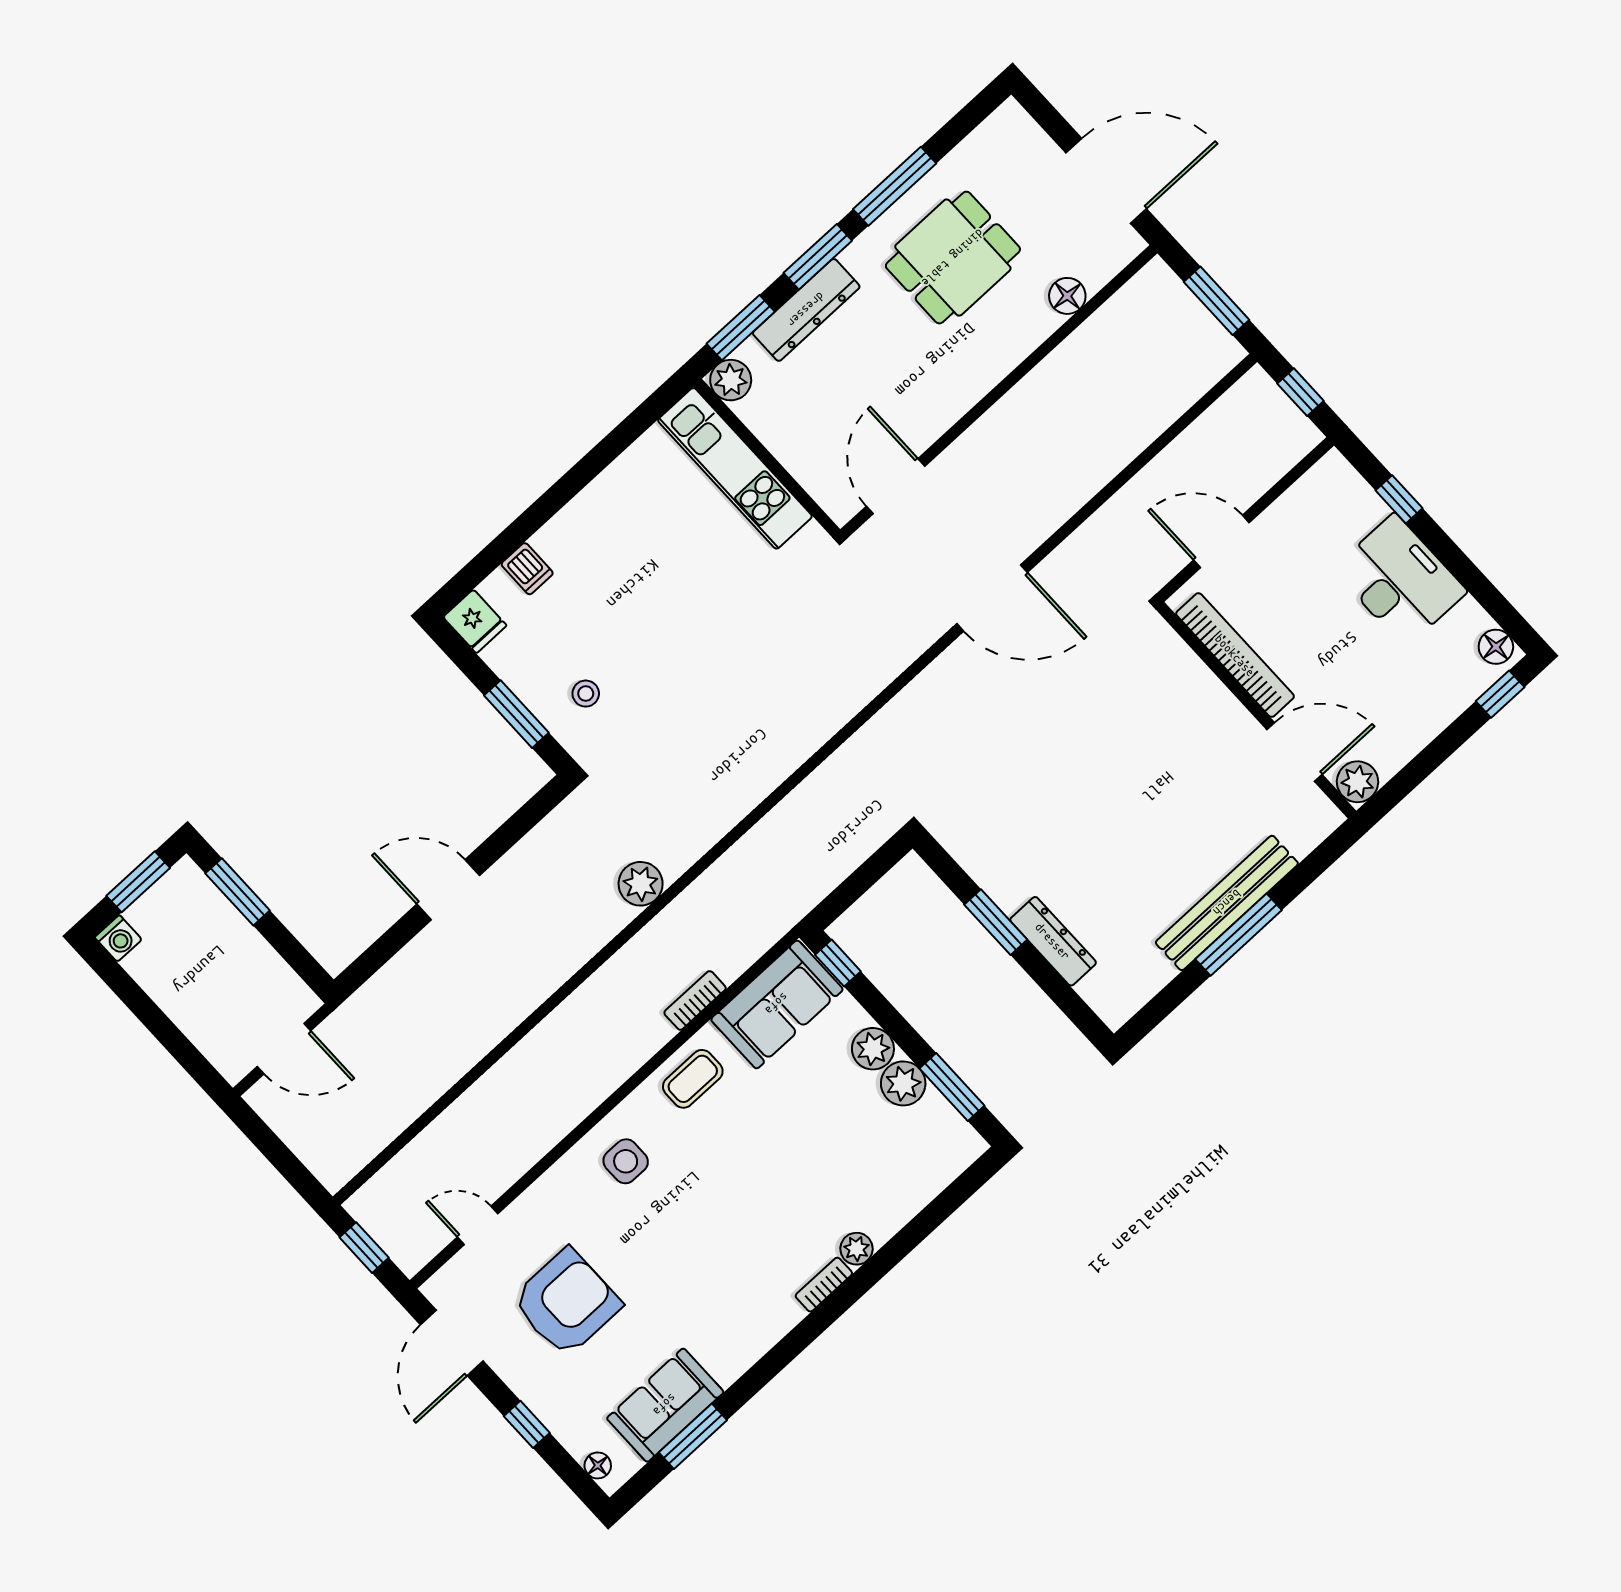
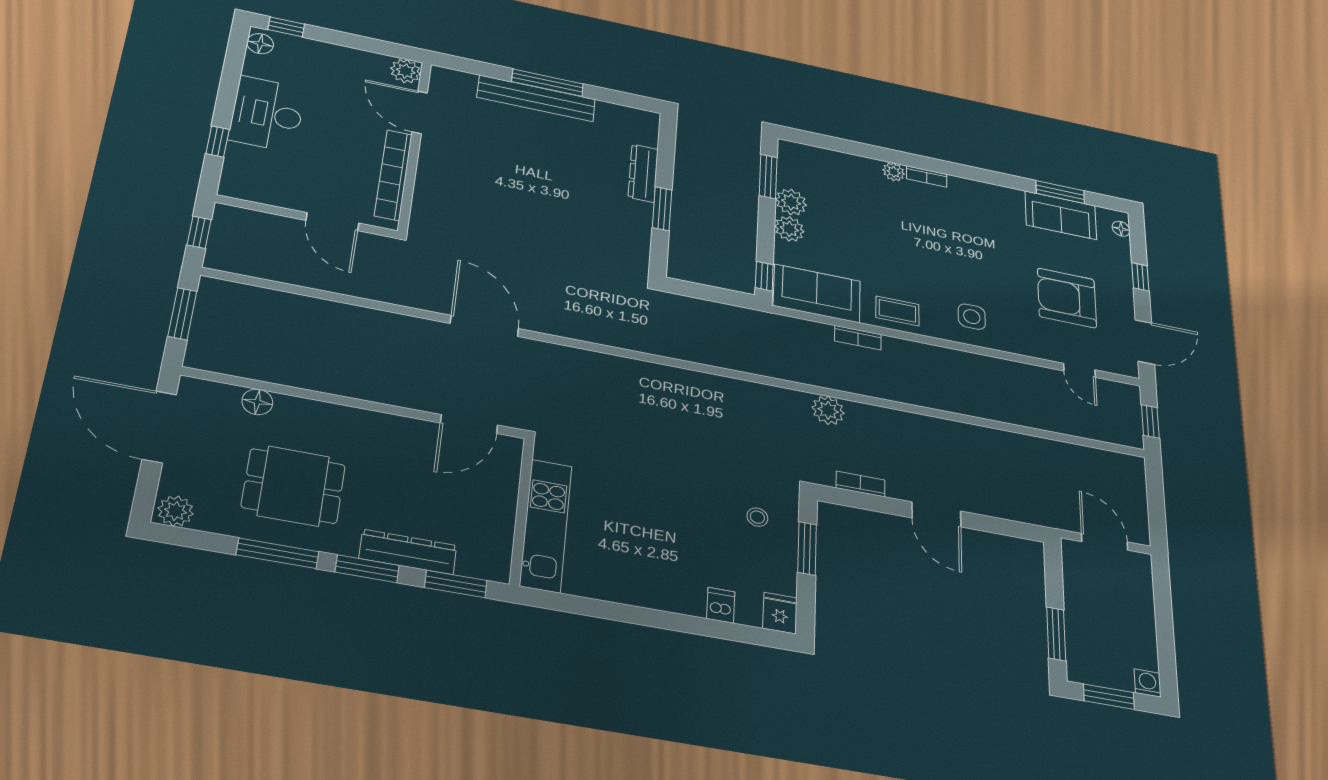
plant: (731, 380) -> (176, 511), moved
bookcase: (539, 839) -> (861, 484), added

